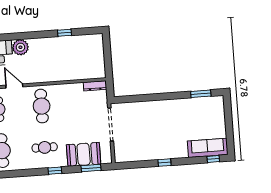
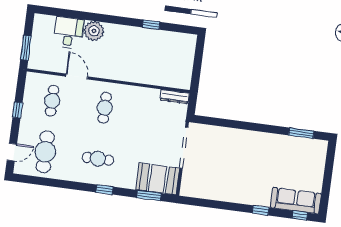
cafe table: (42, 106) -> (105, 108), width x0.73, depth x0.74
booth: (84, 154) -> (158, 179), moved
window: (164, 163) -> (261, 210), moved

